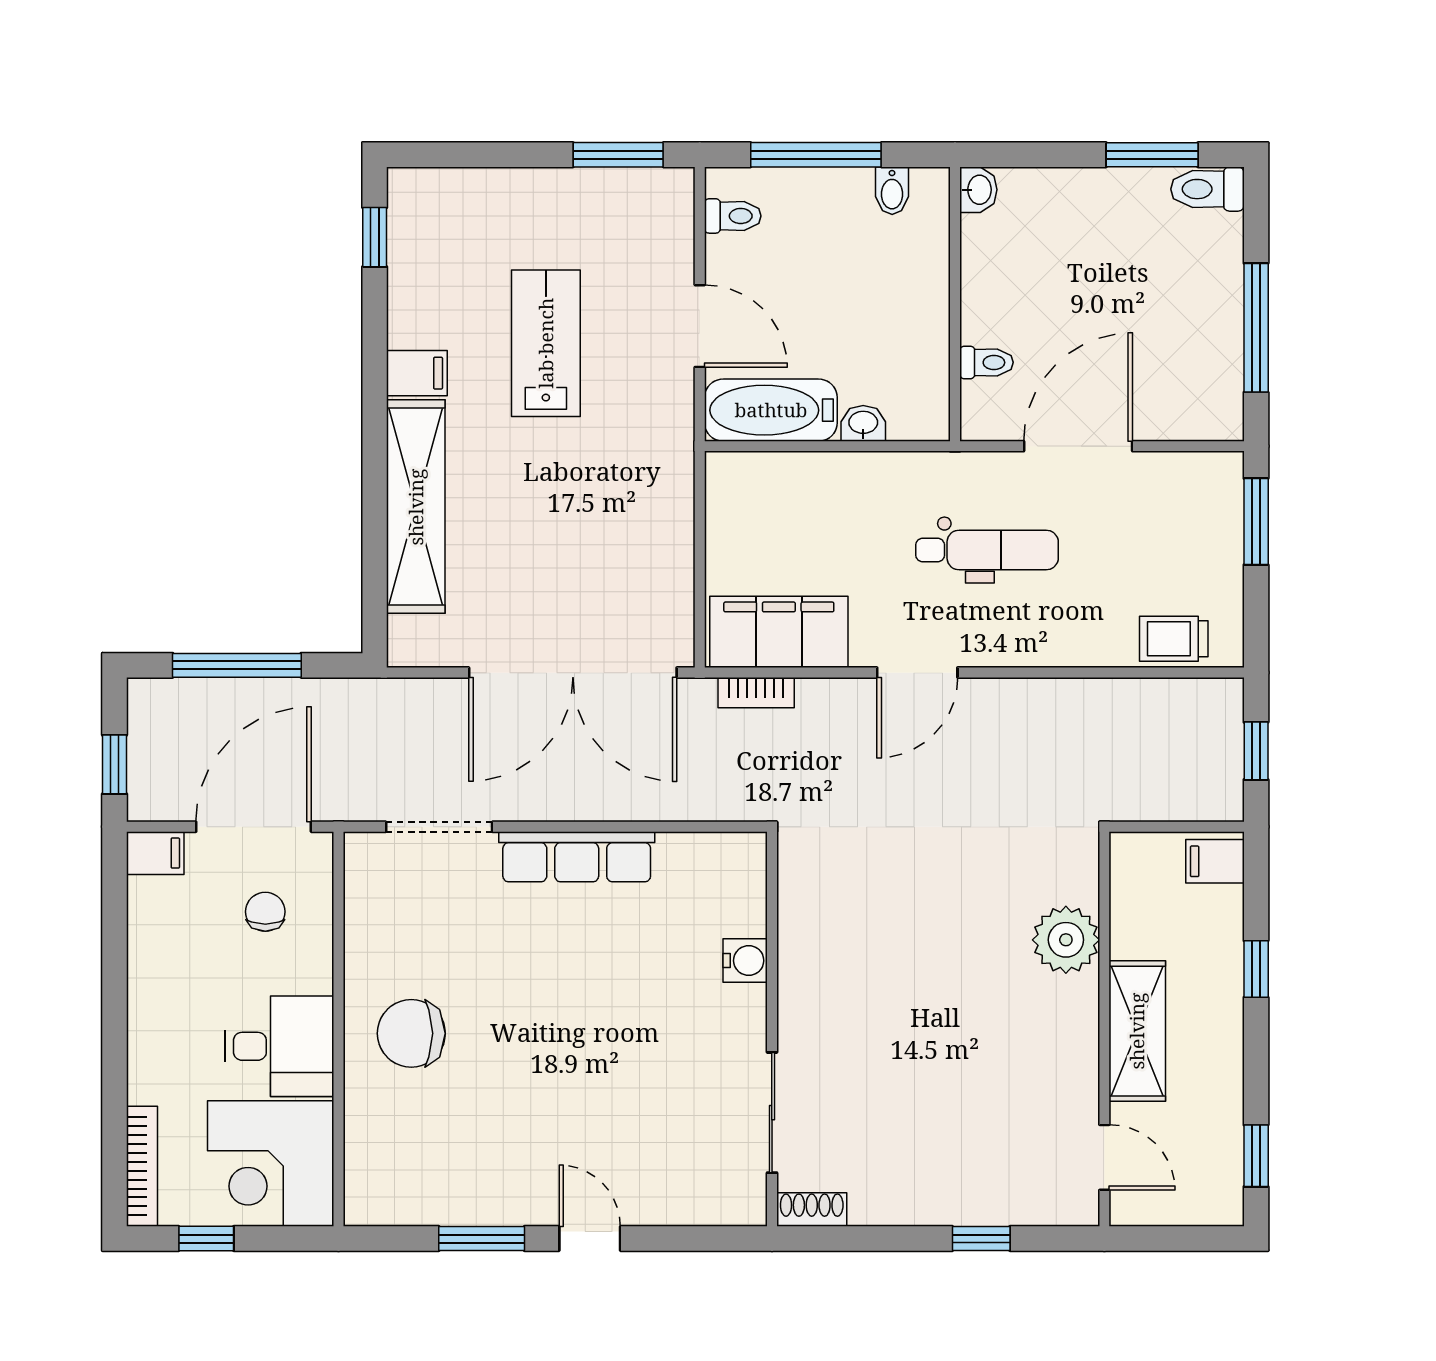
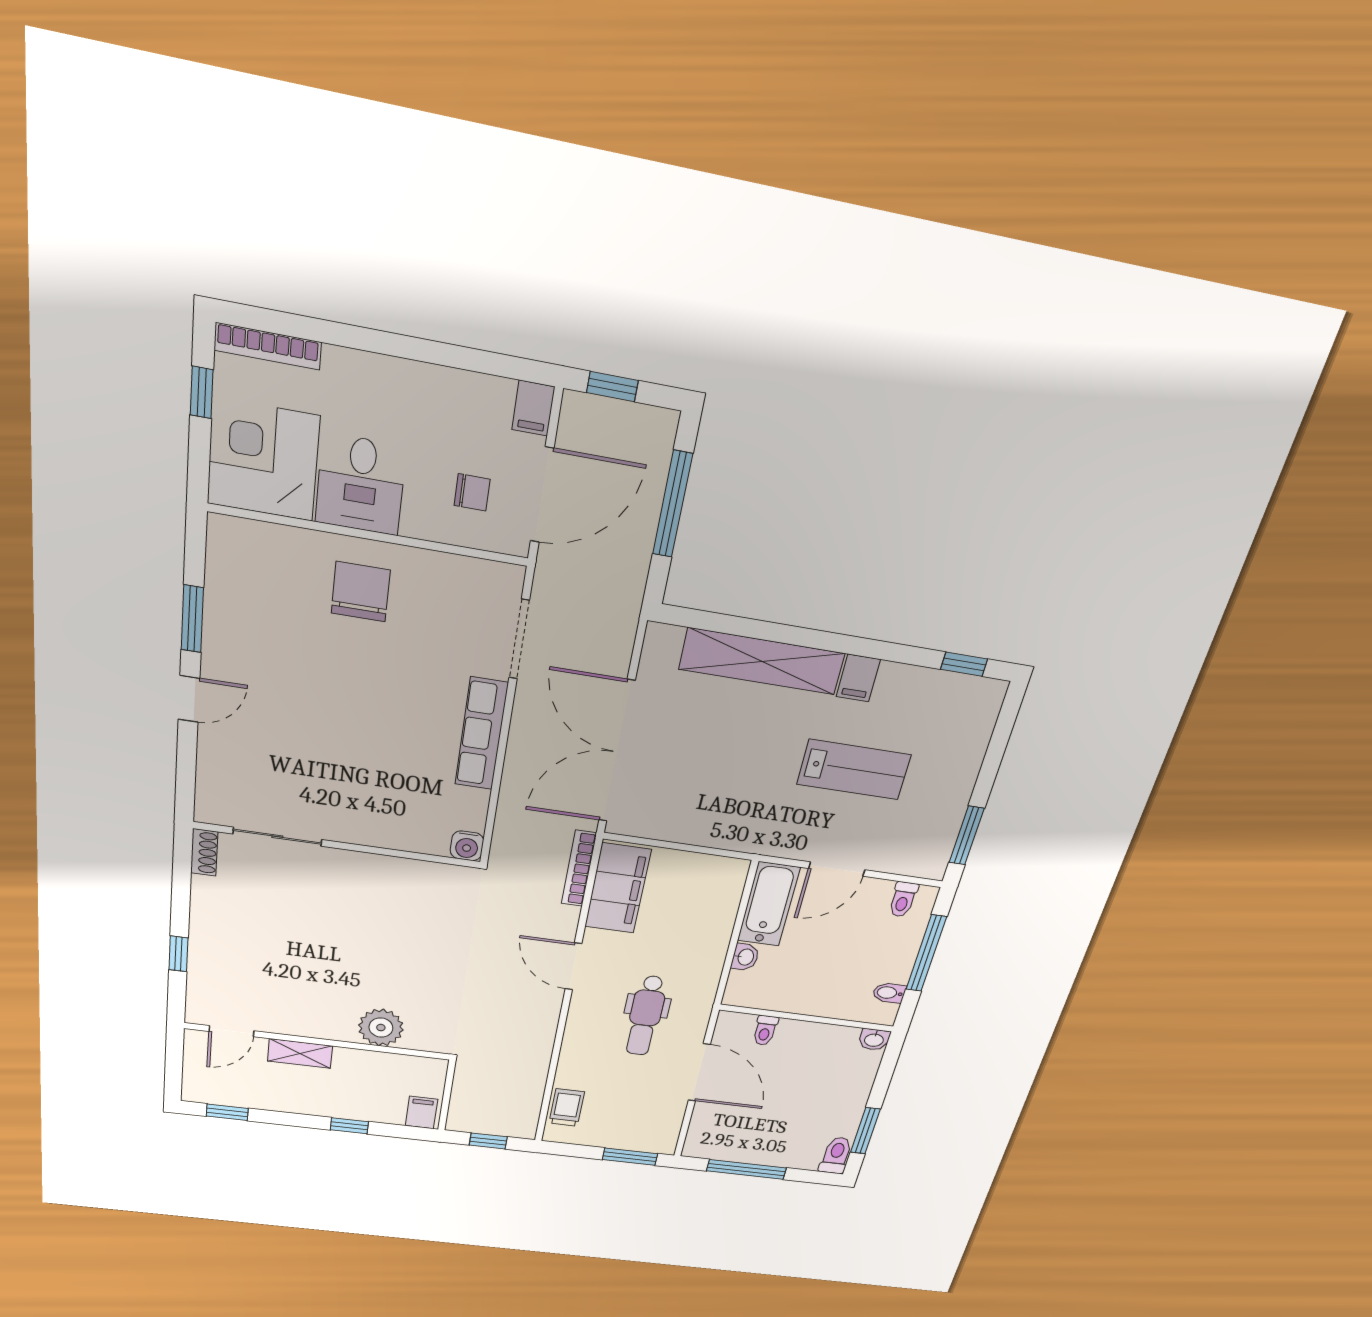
bookcase: (756, 693) -> (579, 868), width x1.56
door: (254, 827) -> (542, 495), hinge flipped
water cooler: (745, 961) -> (467, 846), moved
shelving: (1137, 1031) -> (300, 1053), width x0.67, depth x0.75

